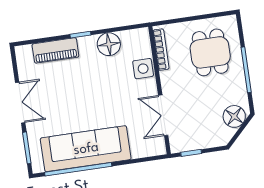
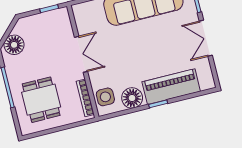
piano: (55, 50) -> (171, 87), width x1.37, depth x1.33
side table: (143, 69) -> (105, 97), moved
double door: (163, 115) -> (81, 54), moved

